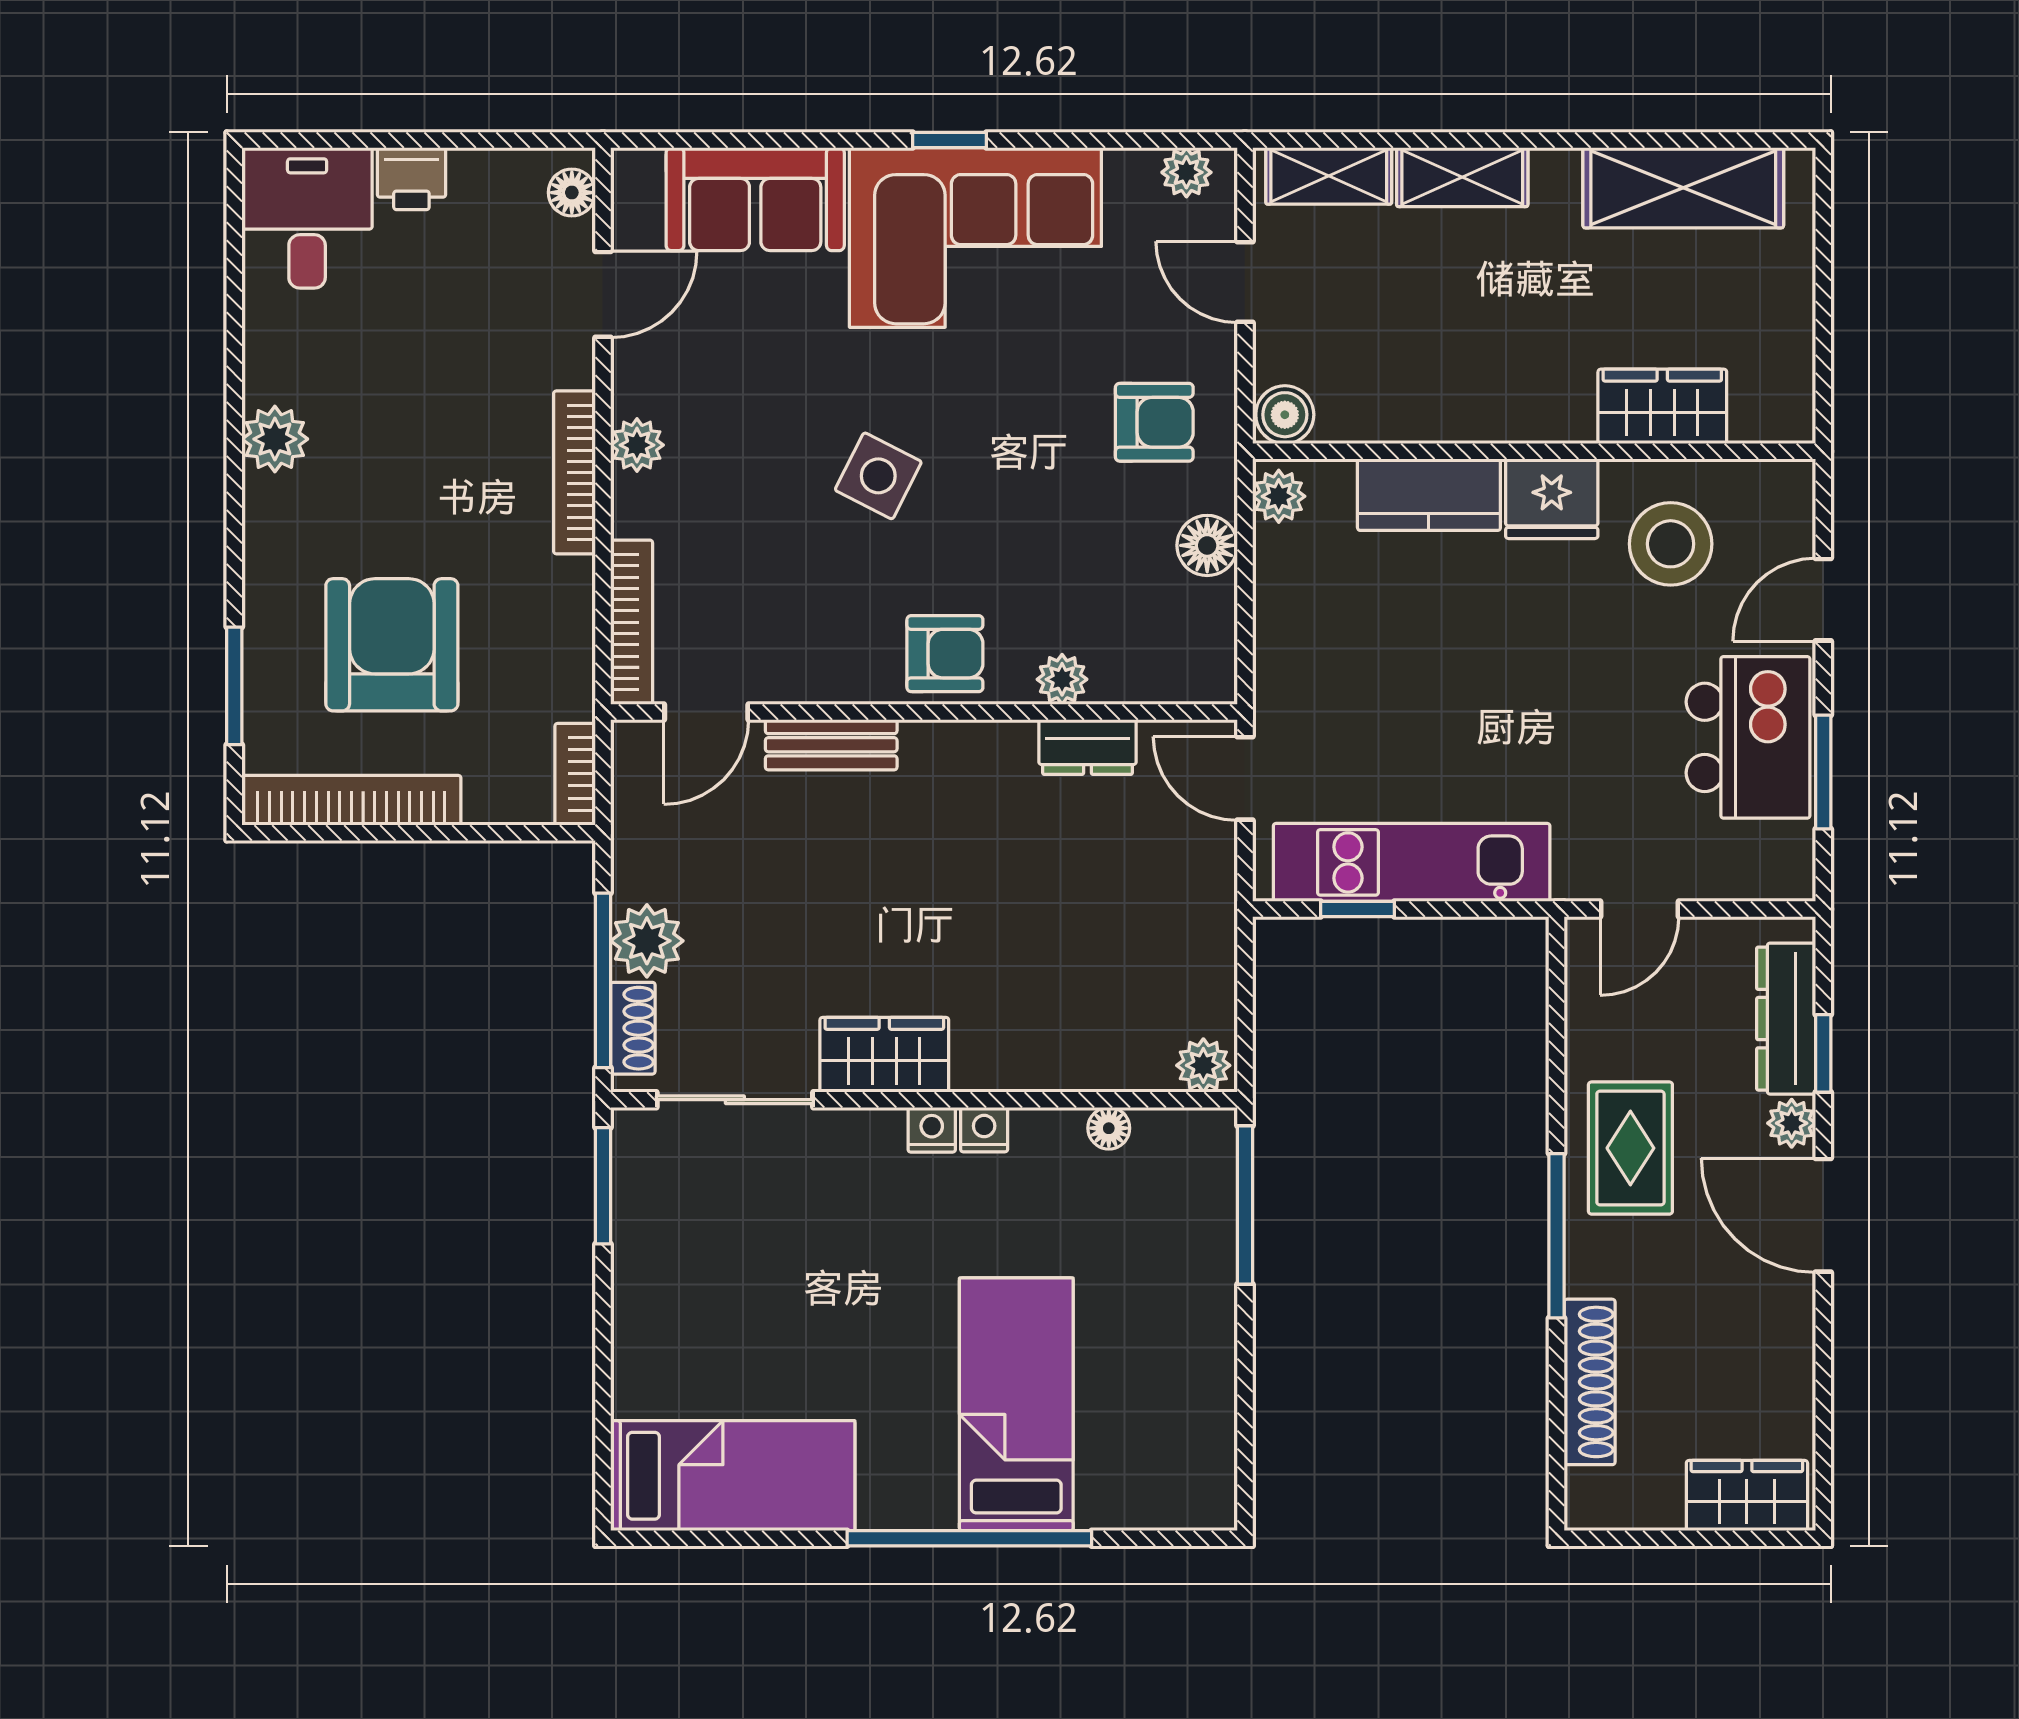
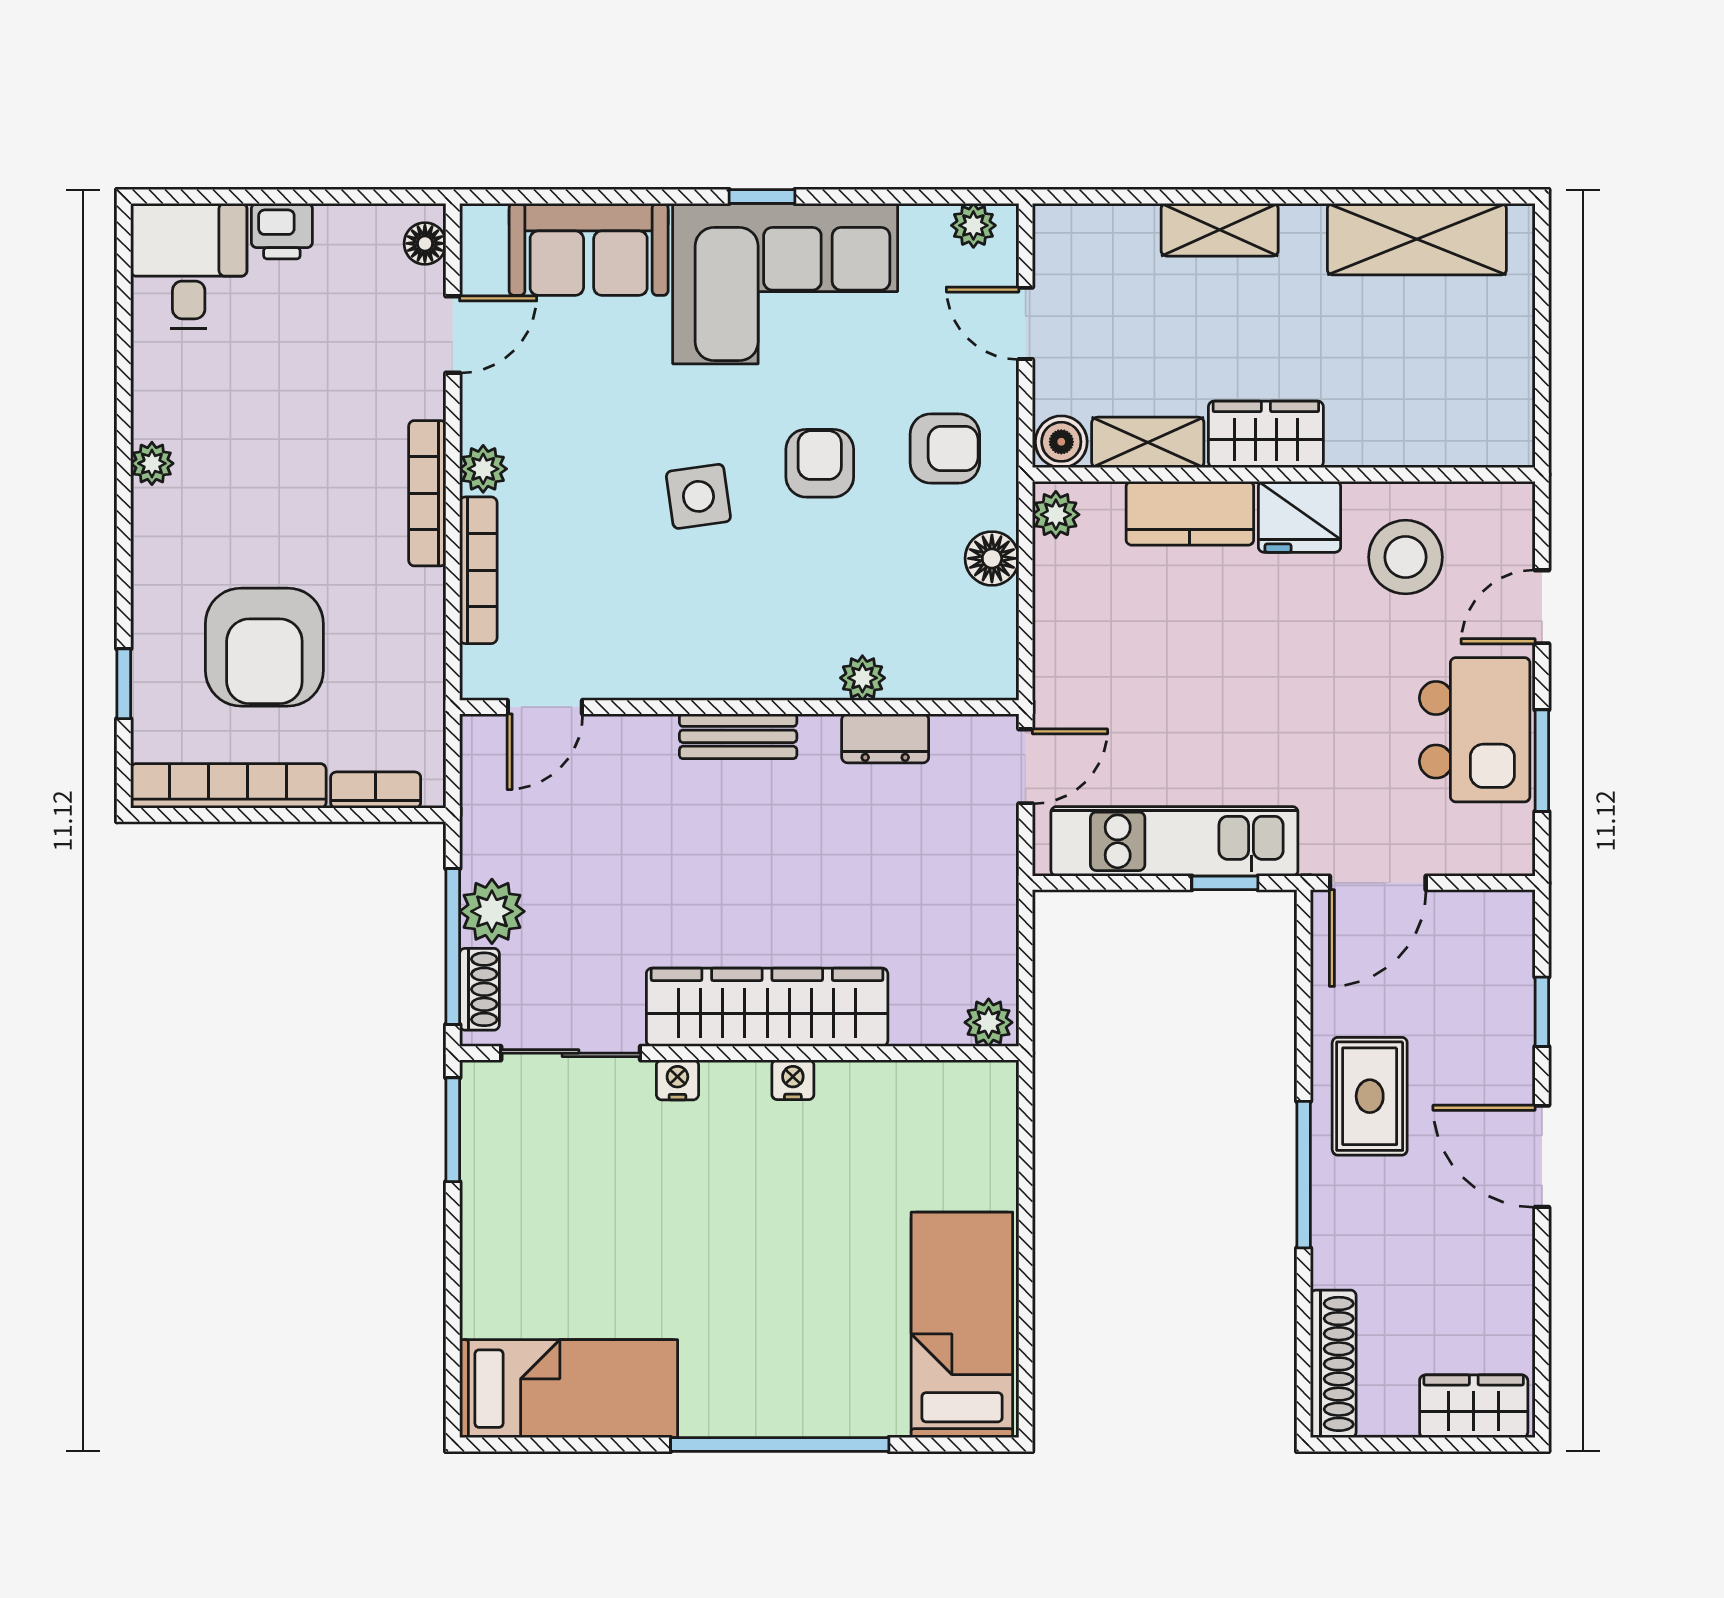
shelving: (1329, 176) -> (1148, 442), moved
wardrobe: (1662, 406) -> (1266, 434), moved
plant: (275, 439) -> (152, 463), width x0.73, depth x0.73
side table: (878, 476) -> (698, 496), turned -35
bookcase: (632, 622) -> (478, 570), moved
armchair: (392, 645) -> (264, 647), turned 180
armchair: (945, 654) -> (820, 463), moved, turned -90
window: (234, 686) -> (124, 684), width x0.67
bench: (831, 745) -> (738, 736), moved
bookcase: (575, 774) -> (376, 790), moved, turned 90
door: (1245, 778) -> (1026, 766), swing flipped
window: (1358, 909) -> (1225, 883), moved
door: (1639, 909) -> (1378, 883), width x1.38
dresser: (1786, 1019) -> (1509, 981), removed
wardrobe: (884, 1055) -> (767, 1007), width x2.10, depth x1.17
plant: (1792, 1123) -> (1514, 1074), removed
floor lamp: (1109, 1128) -> (904, 1079), removed
nightstand: (932, 1130) -> (677, 1080), moved
window: (1245, 1205) -> (1026, 1147), removed
shoe rack: (1590, 1382) -> (1333, 1364), moved
bed: (1016, 1404) -> (962, 1325), moved

